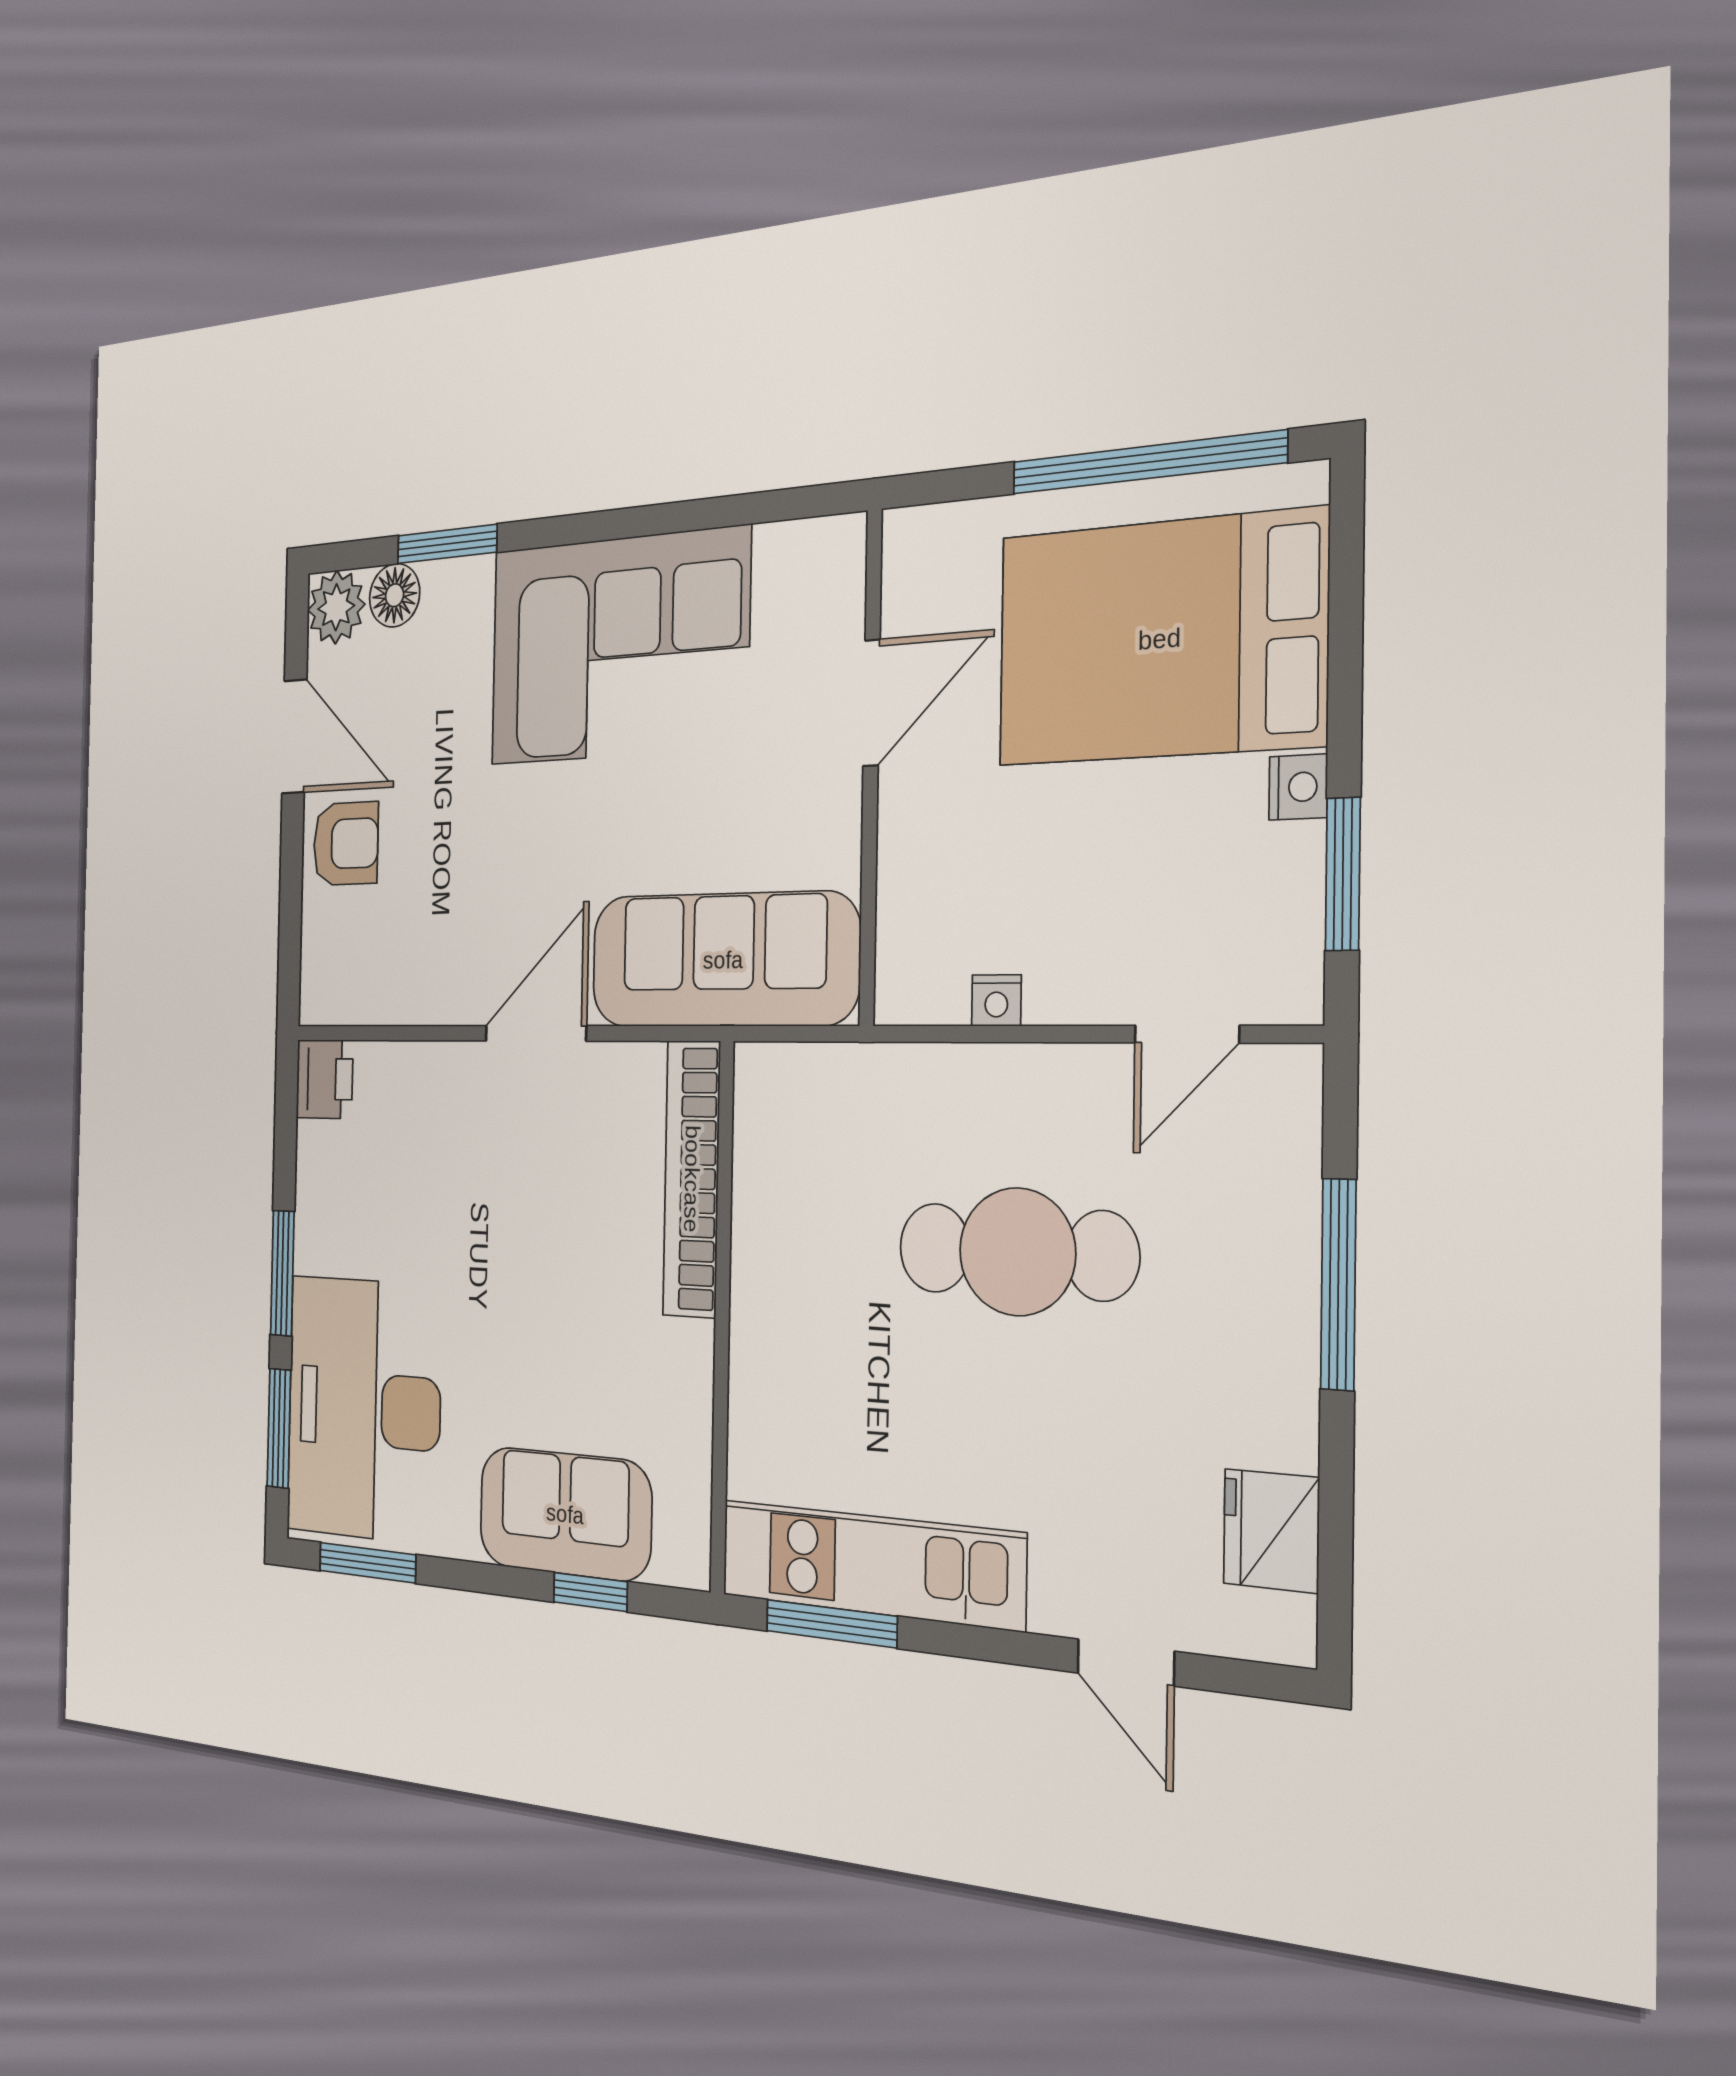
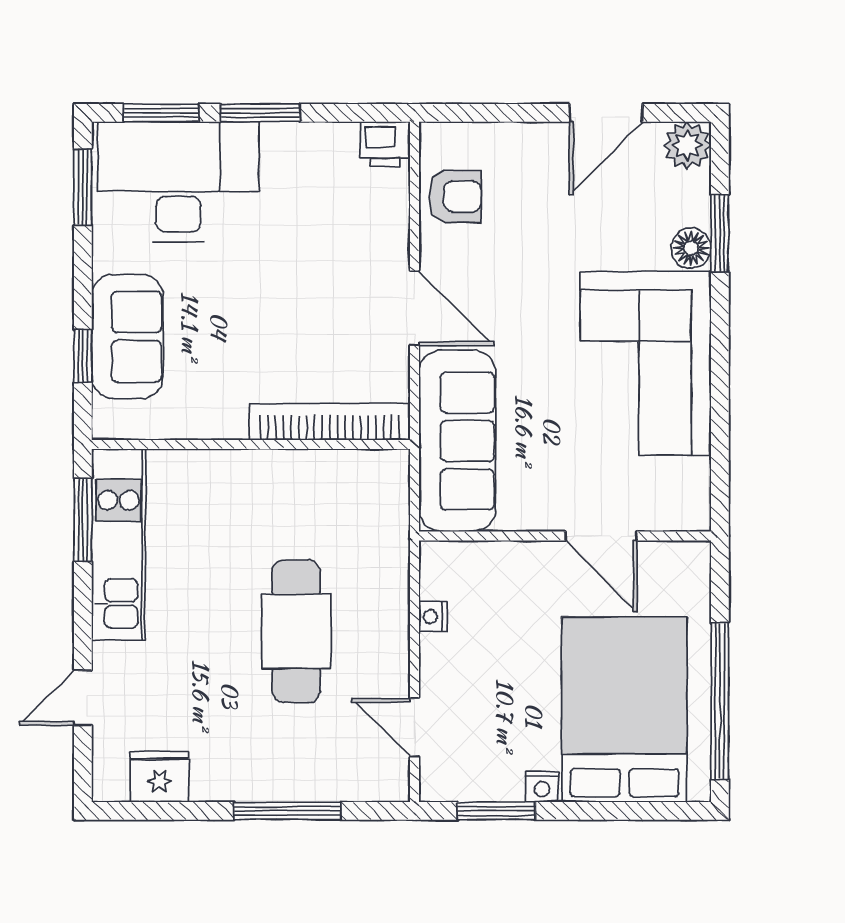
floor lamp: (395, 595) -> (691, 248), moved
armchair: (346, 844) -> (455, 196), moved, turned -90

